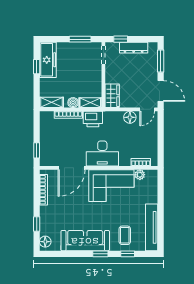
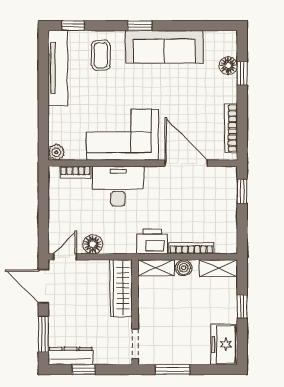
window: (121, 39) -> (84, 370), moved
dresser: (134, 48) -> (71, 356), moved
freezer: (48, 60) -> (224, 344), width x0.71
window: (37, 67) -> (242, 306), moved
wardrobe: (112, 96) -> (121, 288), width x1.50
desk: (102, 154) -> (118, 186), moved
door: (71, 168) -> (186, 163), hinge flipped
plant: (140, 175) -> (56, 152), moved
floor lamp: (45, 242) -> (228, 66), moved
window: (128, 254) -> (73, 26), moved

